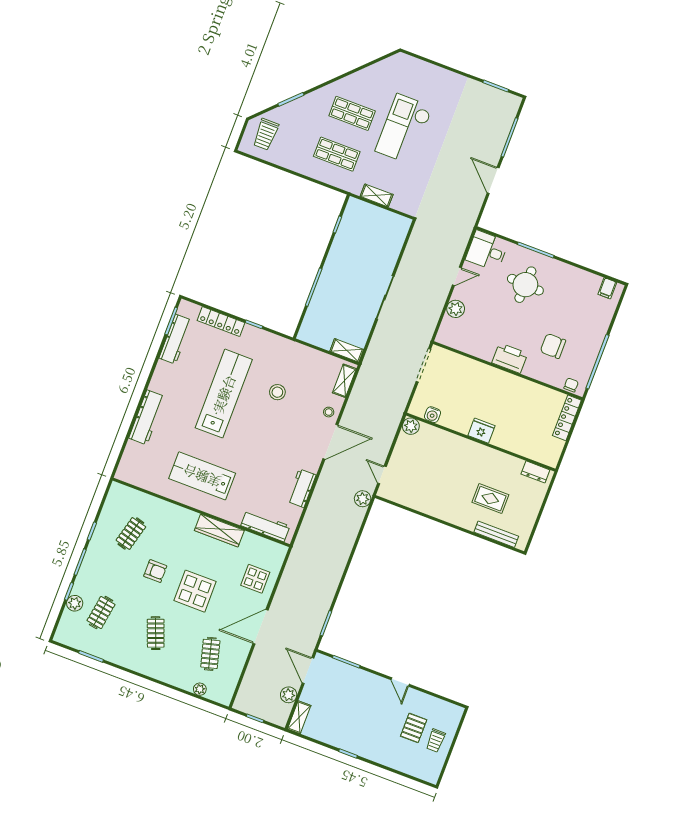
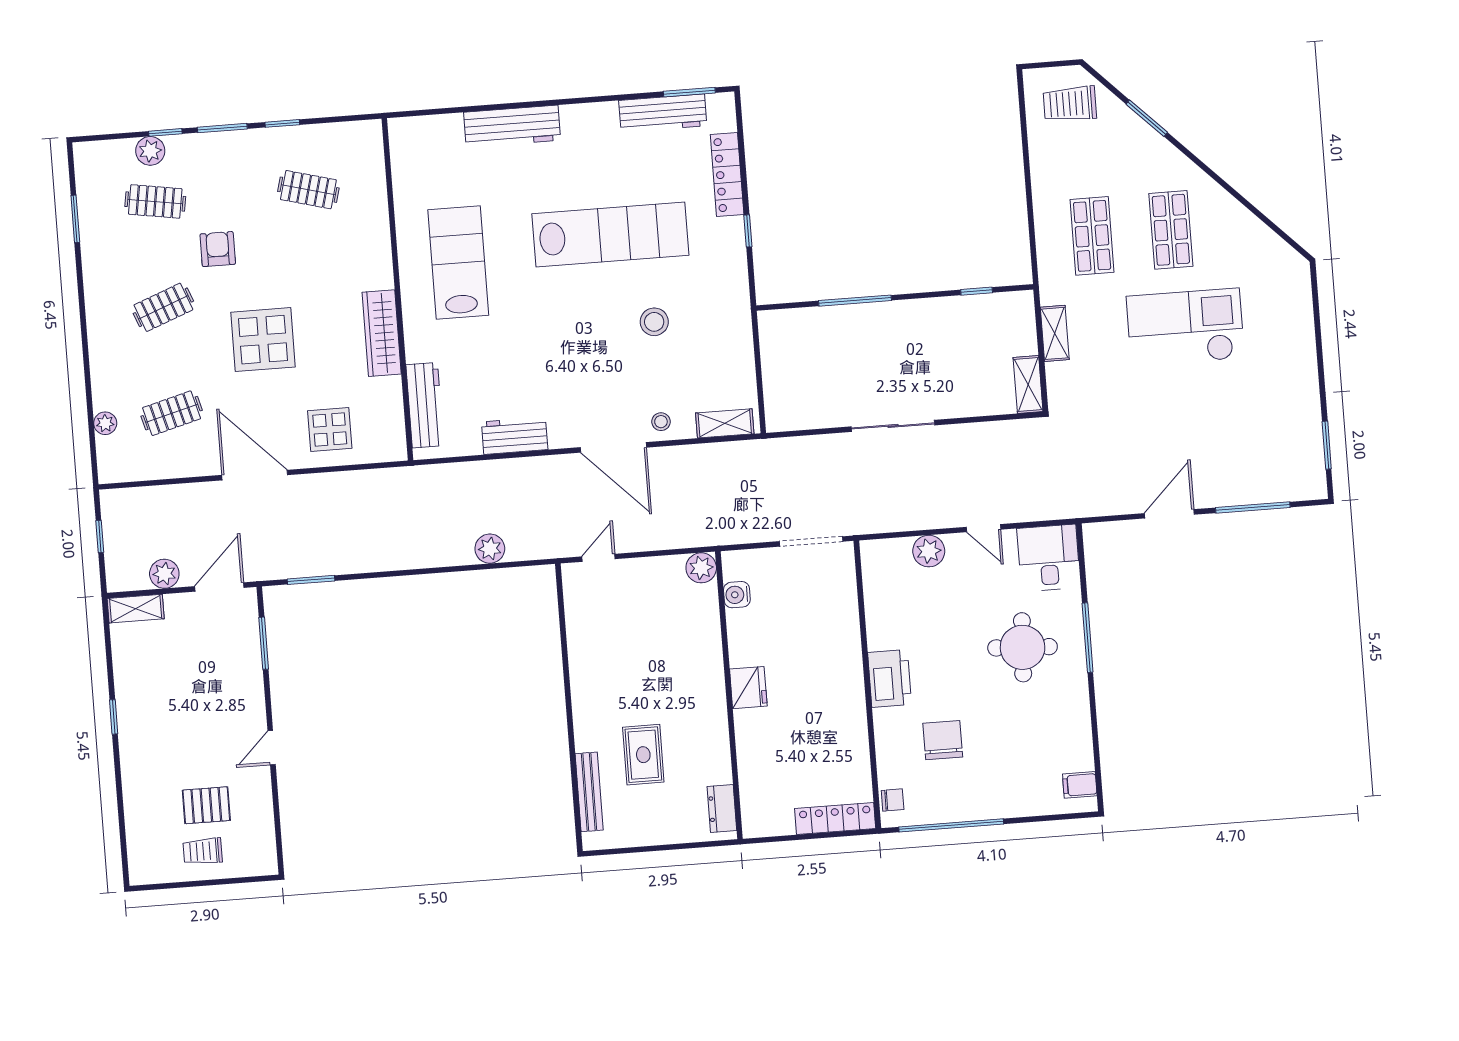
shelving: (347, 350) -> (1028, 384), moved
plant: (363, 499) -> (490, 549), moved
armchair: (155, 571) -> (218, 249), moved, turned 180

